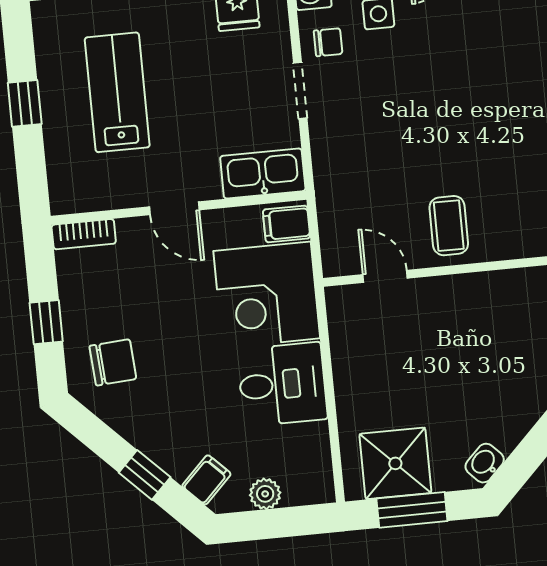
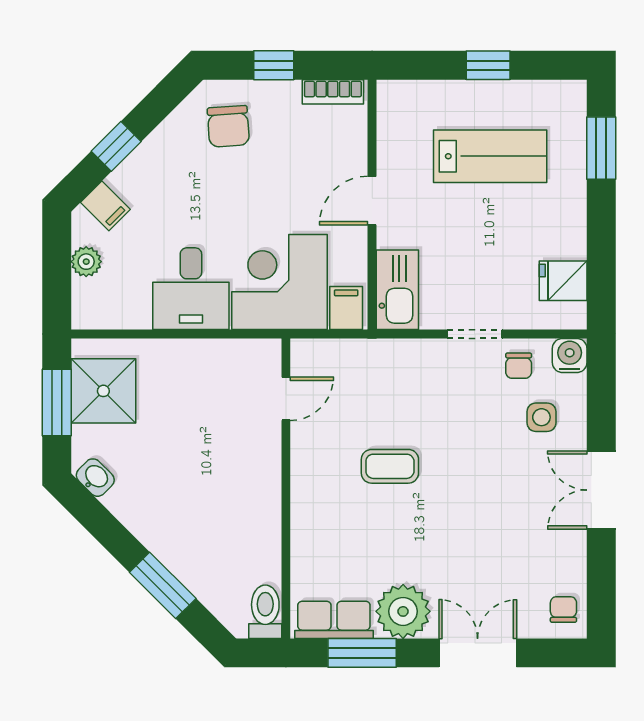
coffee table: (449, 226) -> (390, 466), moved
bookcase: (84, 234) -> (333, 92), moved, turned -90

